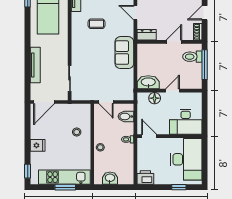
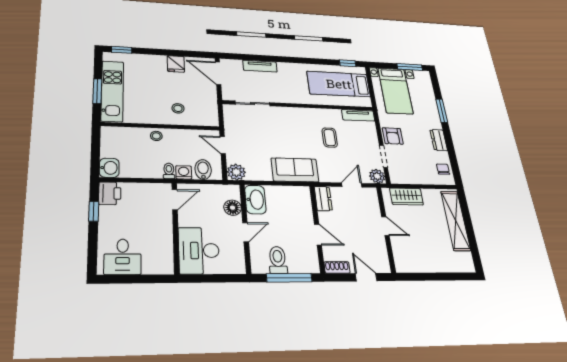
toilet: (192, 57) -> (278, 260), moved
tv unit: (35, 65) -> (260, 66), width x0.71
door: (173, 91) -> (246, 232), hinge flipped
plant: (127, 94) -> (236, 172), added
door: (106, 102) -> (223, 145), hinge flipped
washing machine: (129, 130) -> (184, 172), added
fridge: (38, 145) -> (176, 64), moved
desk: (186, 159) -> (123, 257), width x0.53, depth x0.77
washbasin: (110, 178) -> (109, 168), moved
window: (179, 187) -> (94, 211), moved

